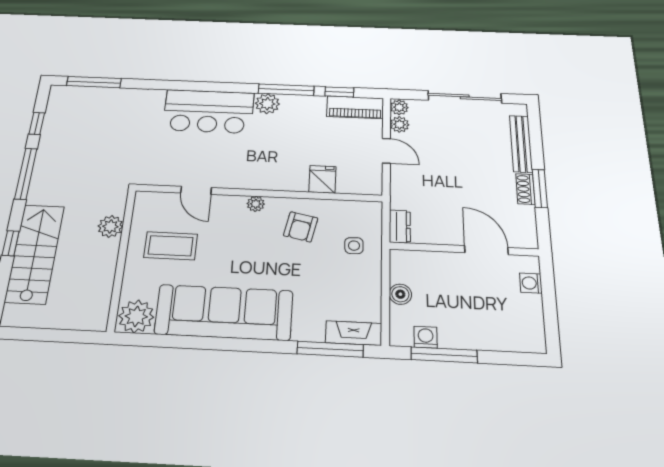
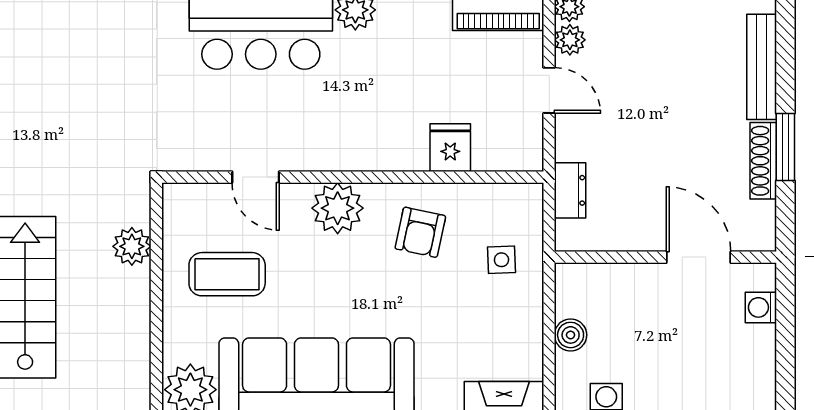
shoe rack: (525, 189) -> (763, 161), width x1.43
plant: (256, 204) -> (338, 208), width x1.88, depth x1.88
dresser: (400, 226) -> (570, 190), moved

